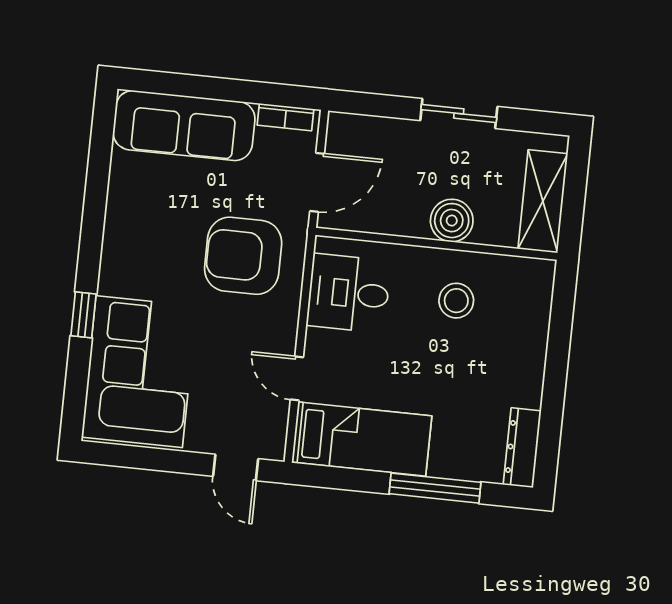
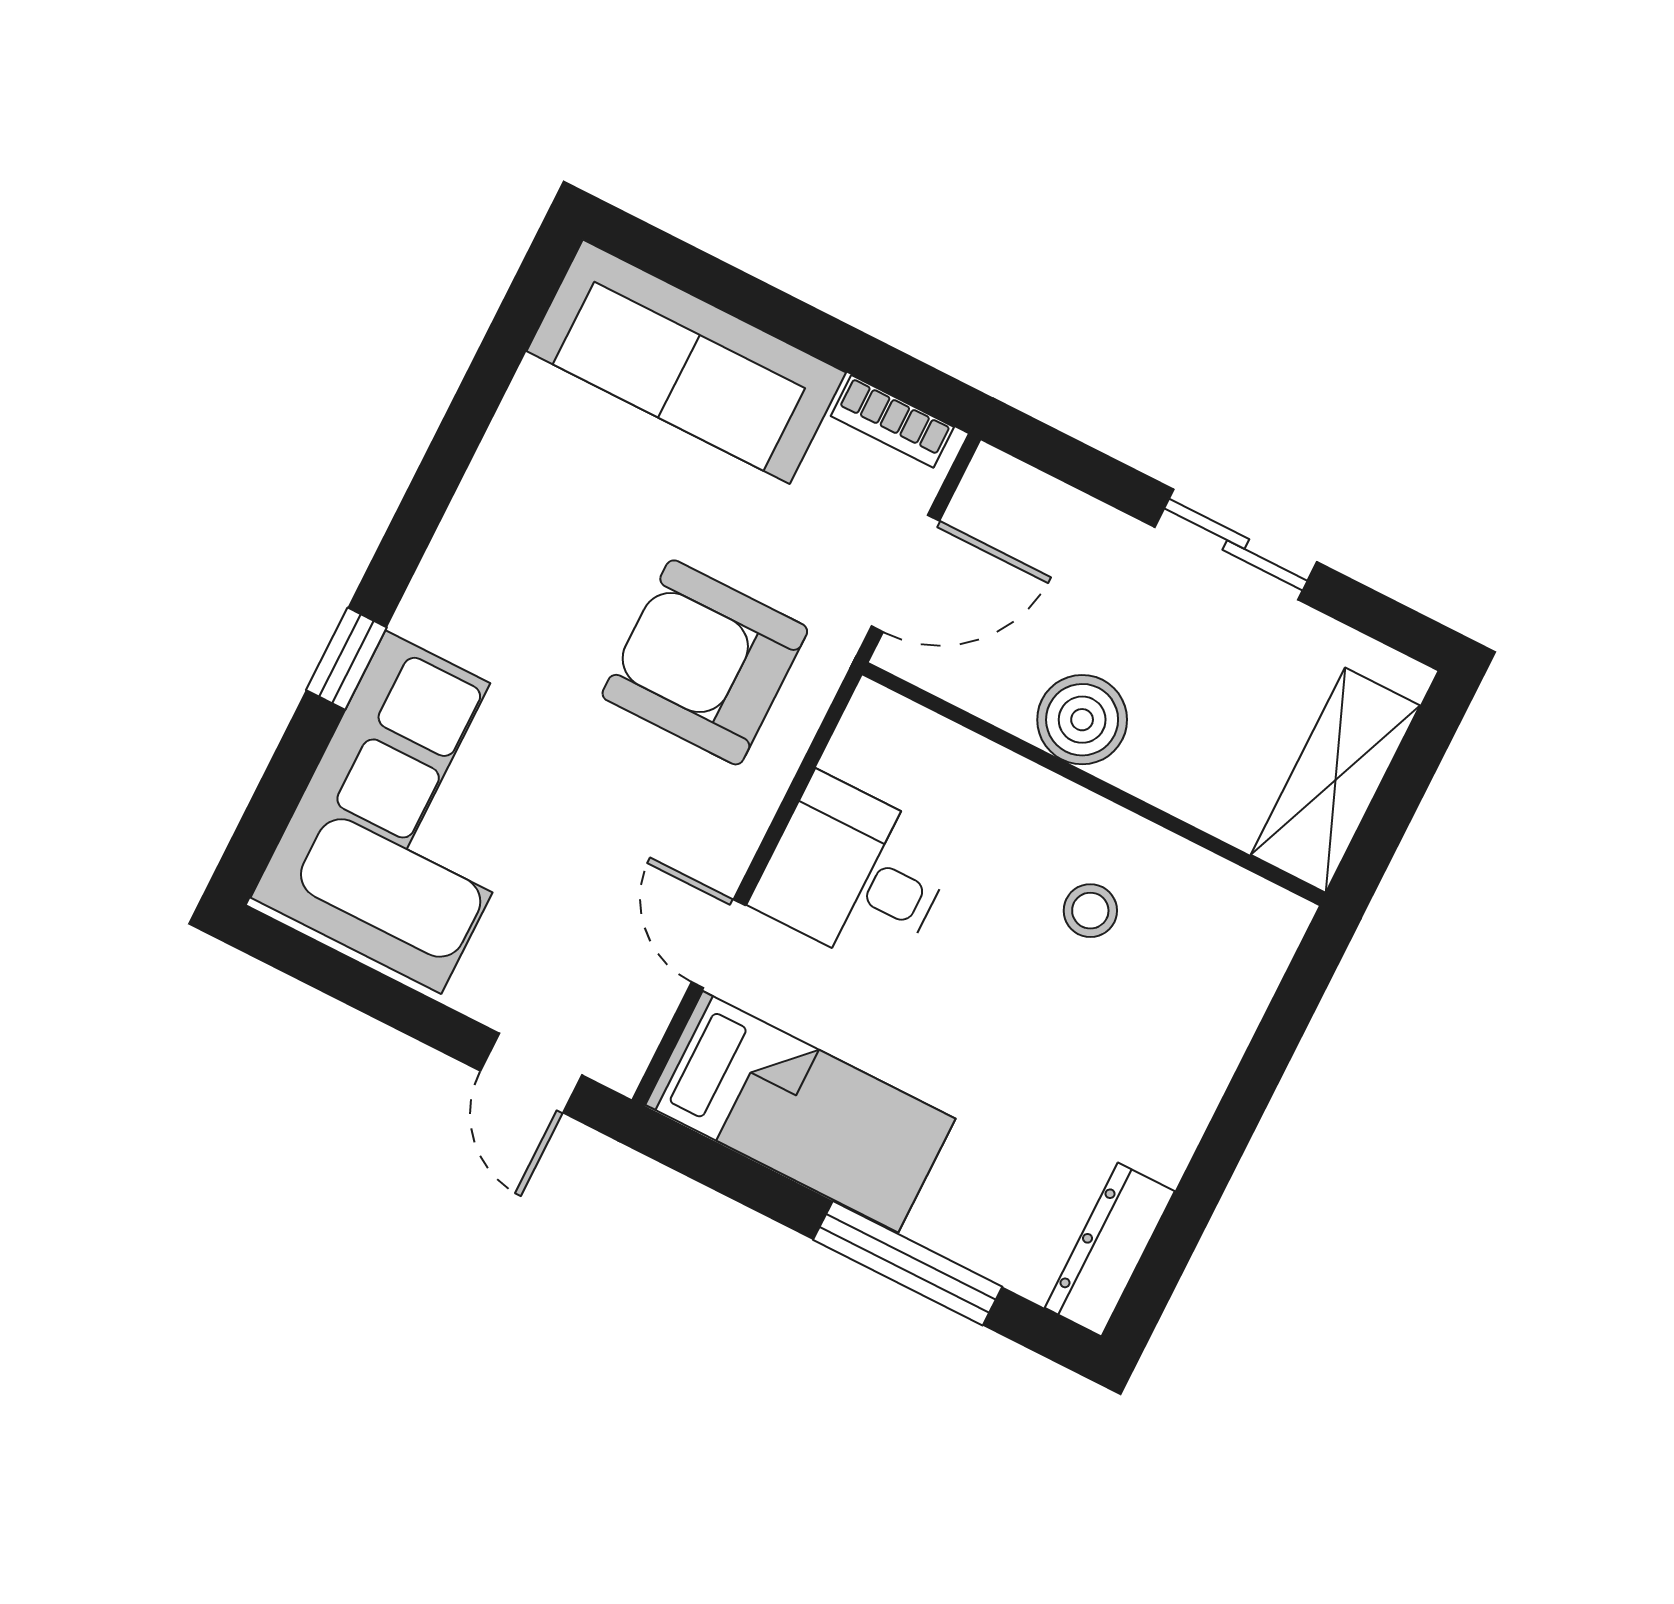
boiler: (452, 221) -> (1082, 720), moved
desk: (349, 293) -> (855, 874), moved
stool: (456, 301) -> (1090, 911), width x0.73, depth x0.73

